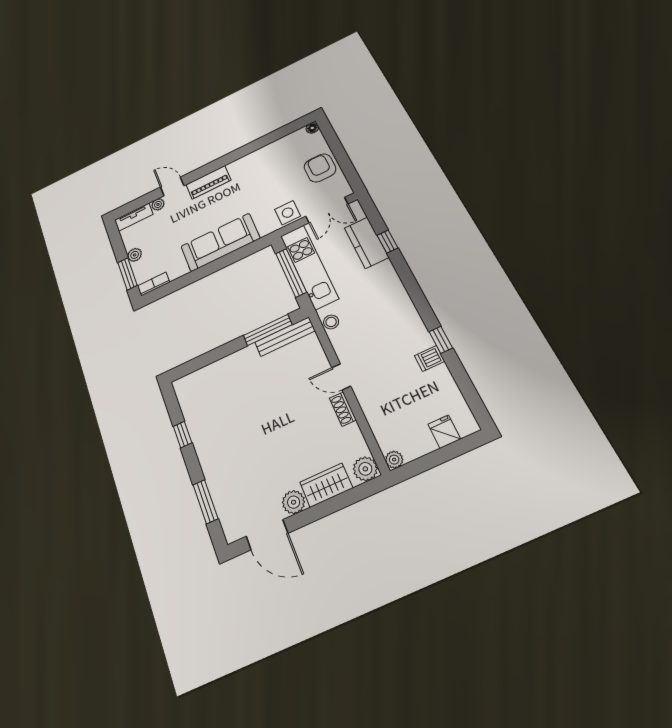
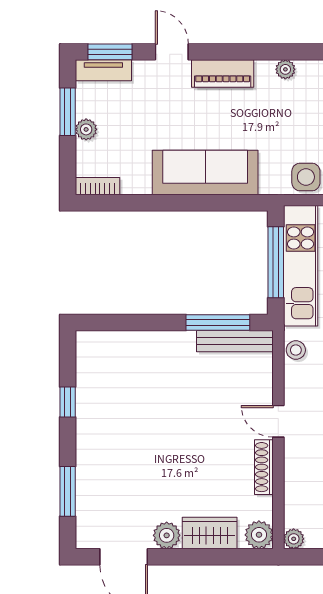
plant: (158, 204) -> (285, 69), moved
window: (134, 205) -> (110, 52), added
window: (128, 274) -> (68, 112), moved
shoe rack: (343, 409) -> (264, 467), width x1.43

